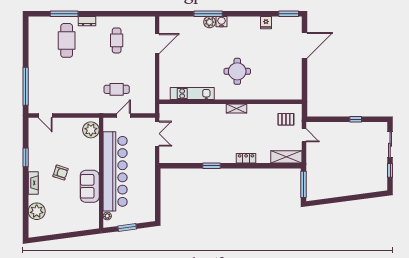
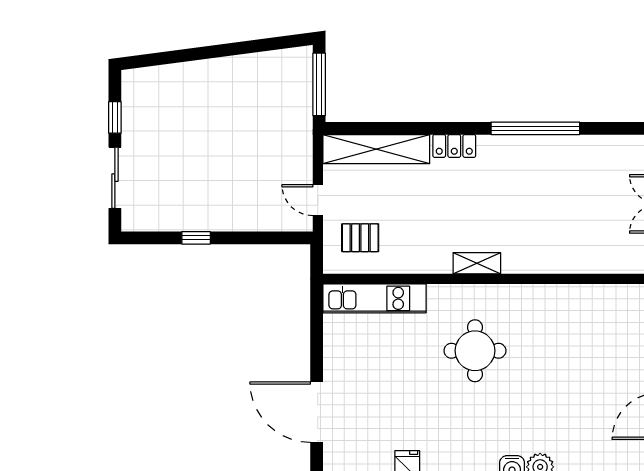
door: (304, 45) -> (317, 412), hinge flipped
kitchen unit: (192, 94) -> (374, 298), moved
shelving: (286, 157) -> (376, 149), width x1.47
window: (212, 166) -> (535, 128), width x2.11

